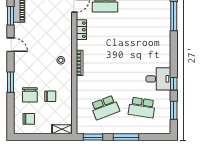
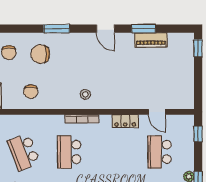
door: (10, 45) -> (106, 29), hinge flipped
school desk: (105, 73) -> (69, 152), added
chair: (50, 96) -> (31, 92), moved

